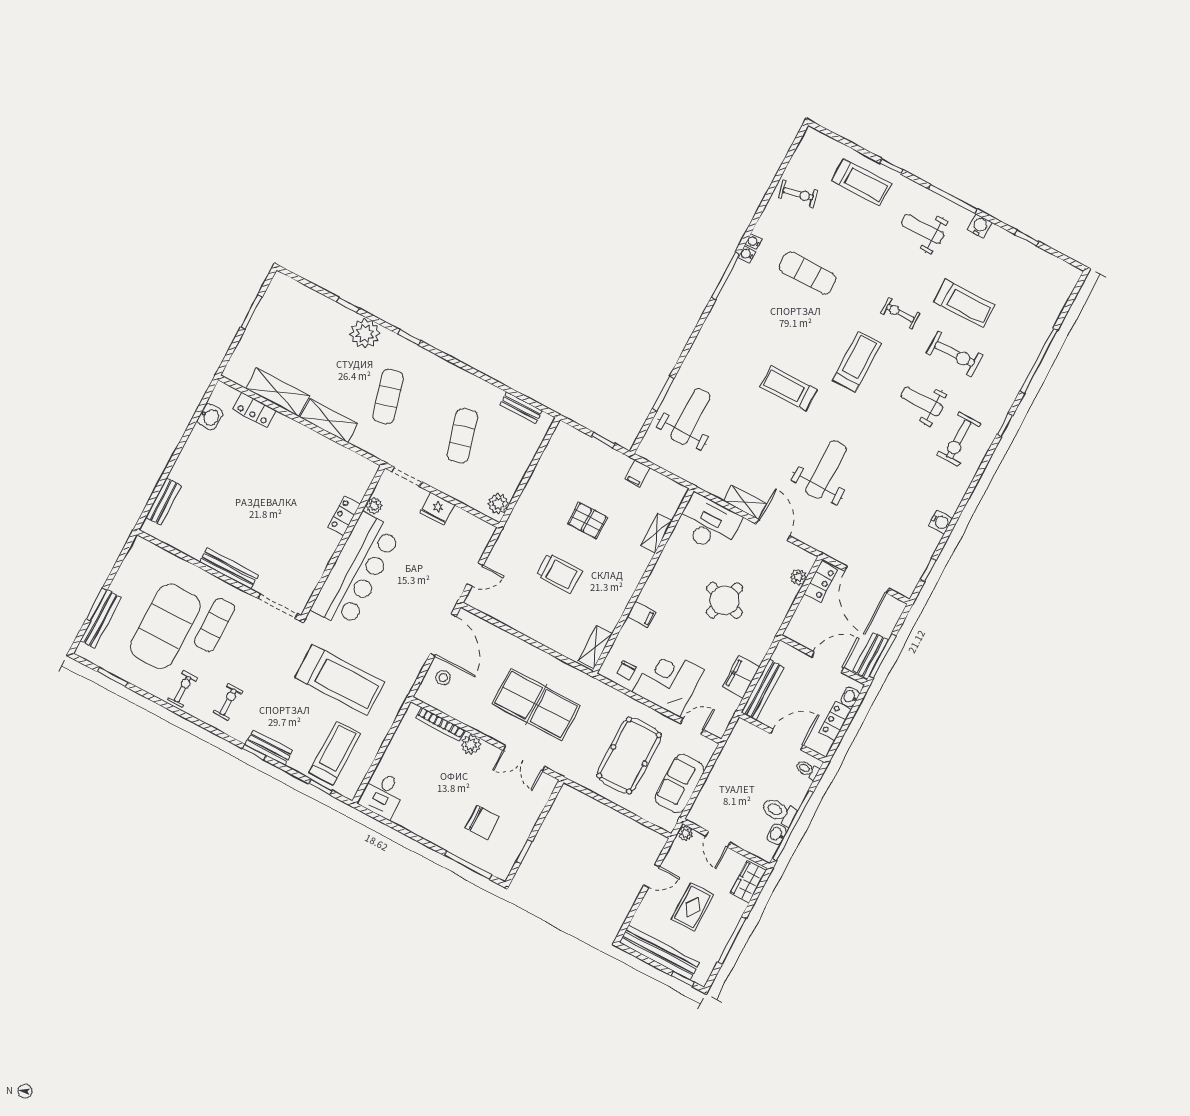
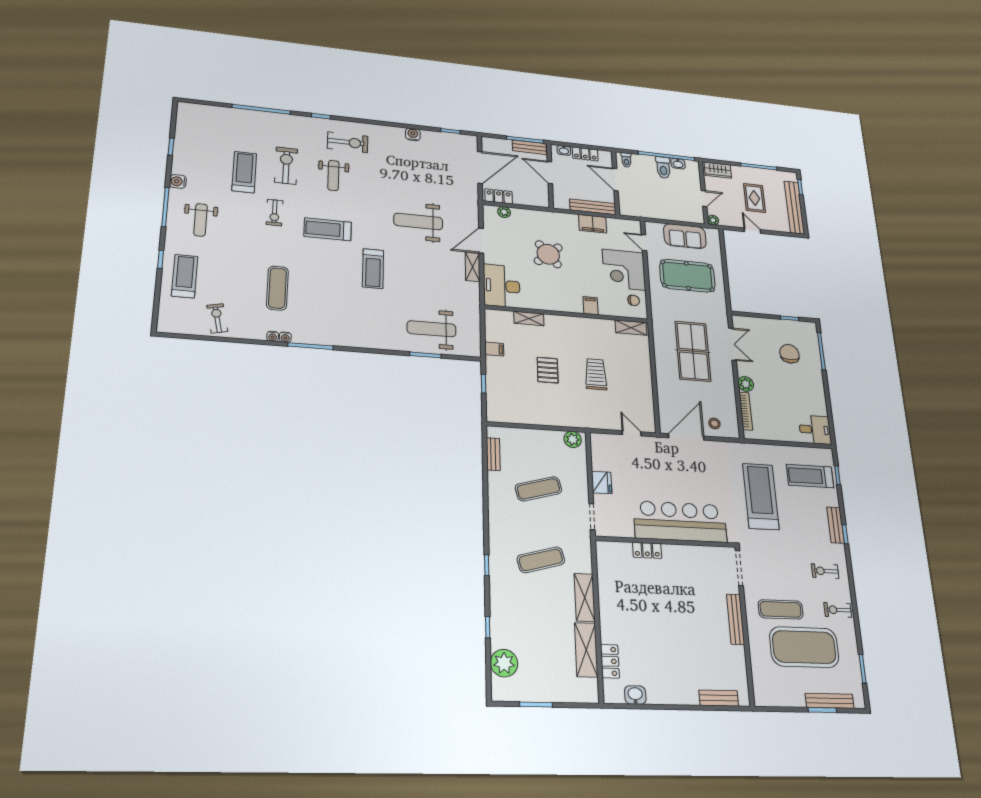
plant: (365, 333) -> (504, 663), moved
plant: (374, 506) -> (627, 531), removed
round table: (724, 600) -> (548, 254), turned 32
rug: (693, 907) -> (754, 198), turned 90

